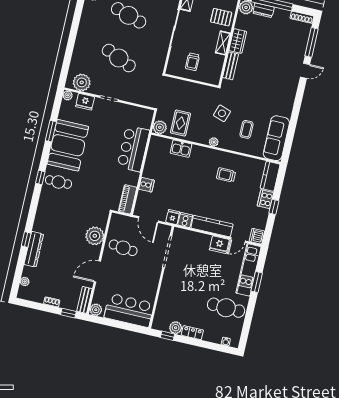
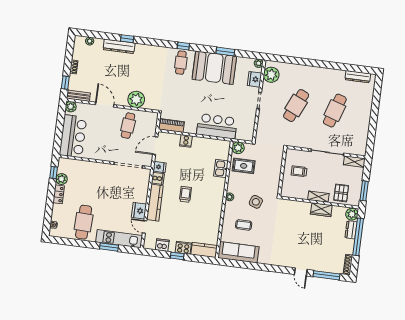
bench: (231, 66) -> (299, 205), removed
trolley: (226, 175) -> (185, 194), moved
dishwasher: (257, 236) -> (162, 245), moved

